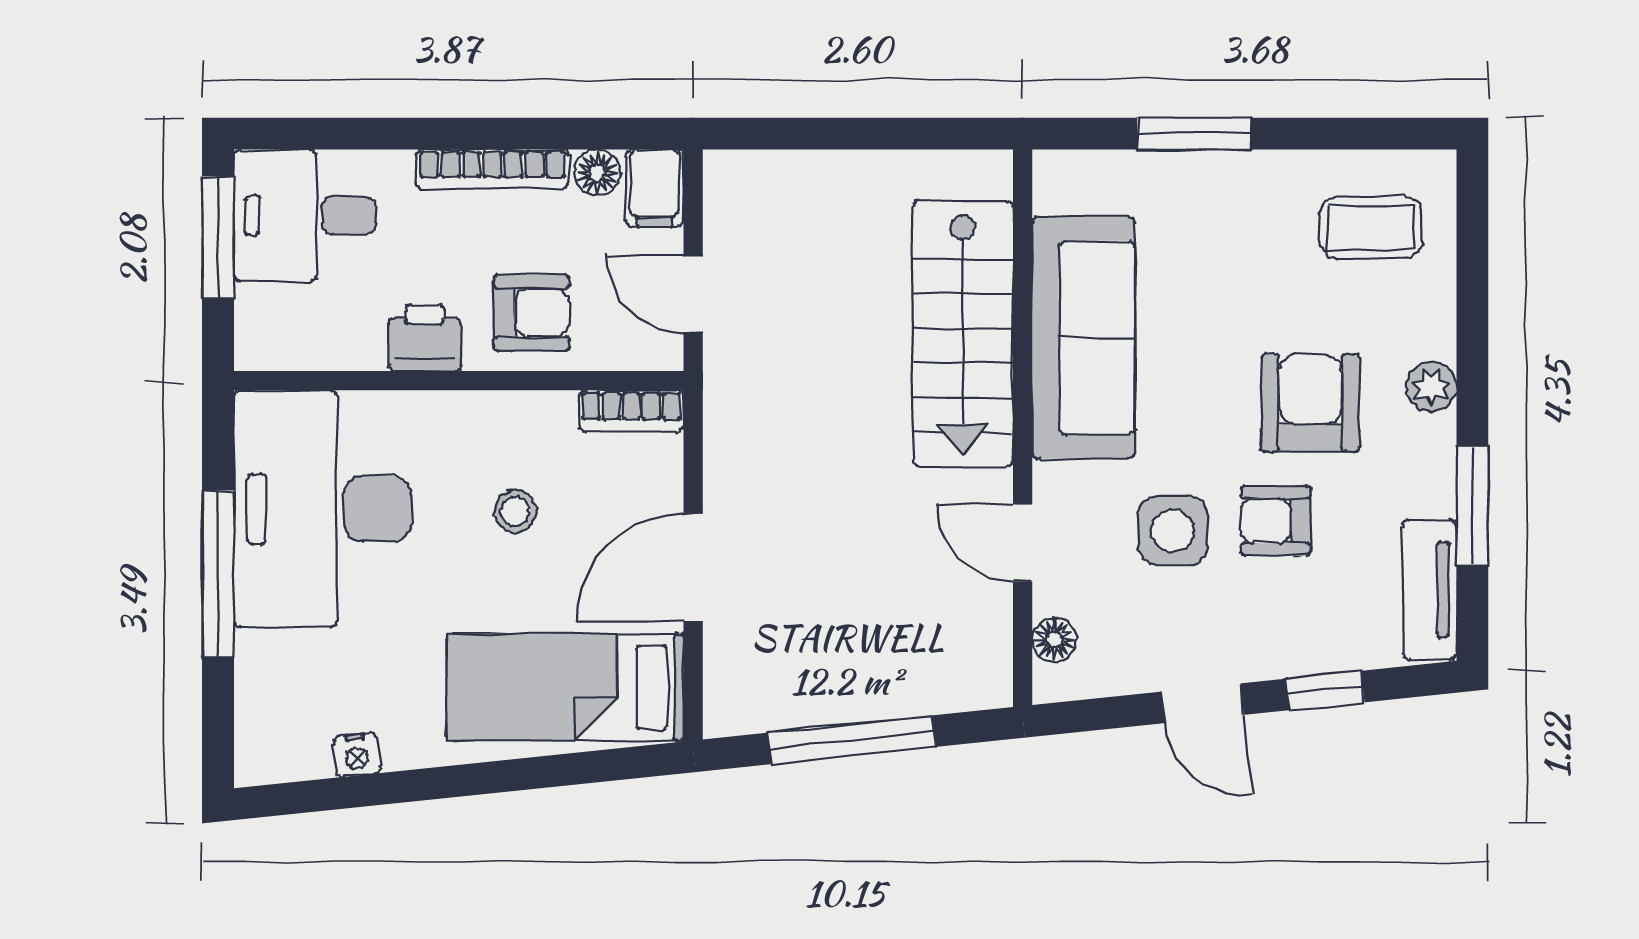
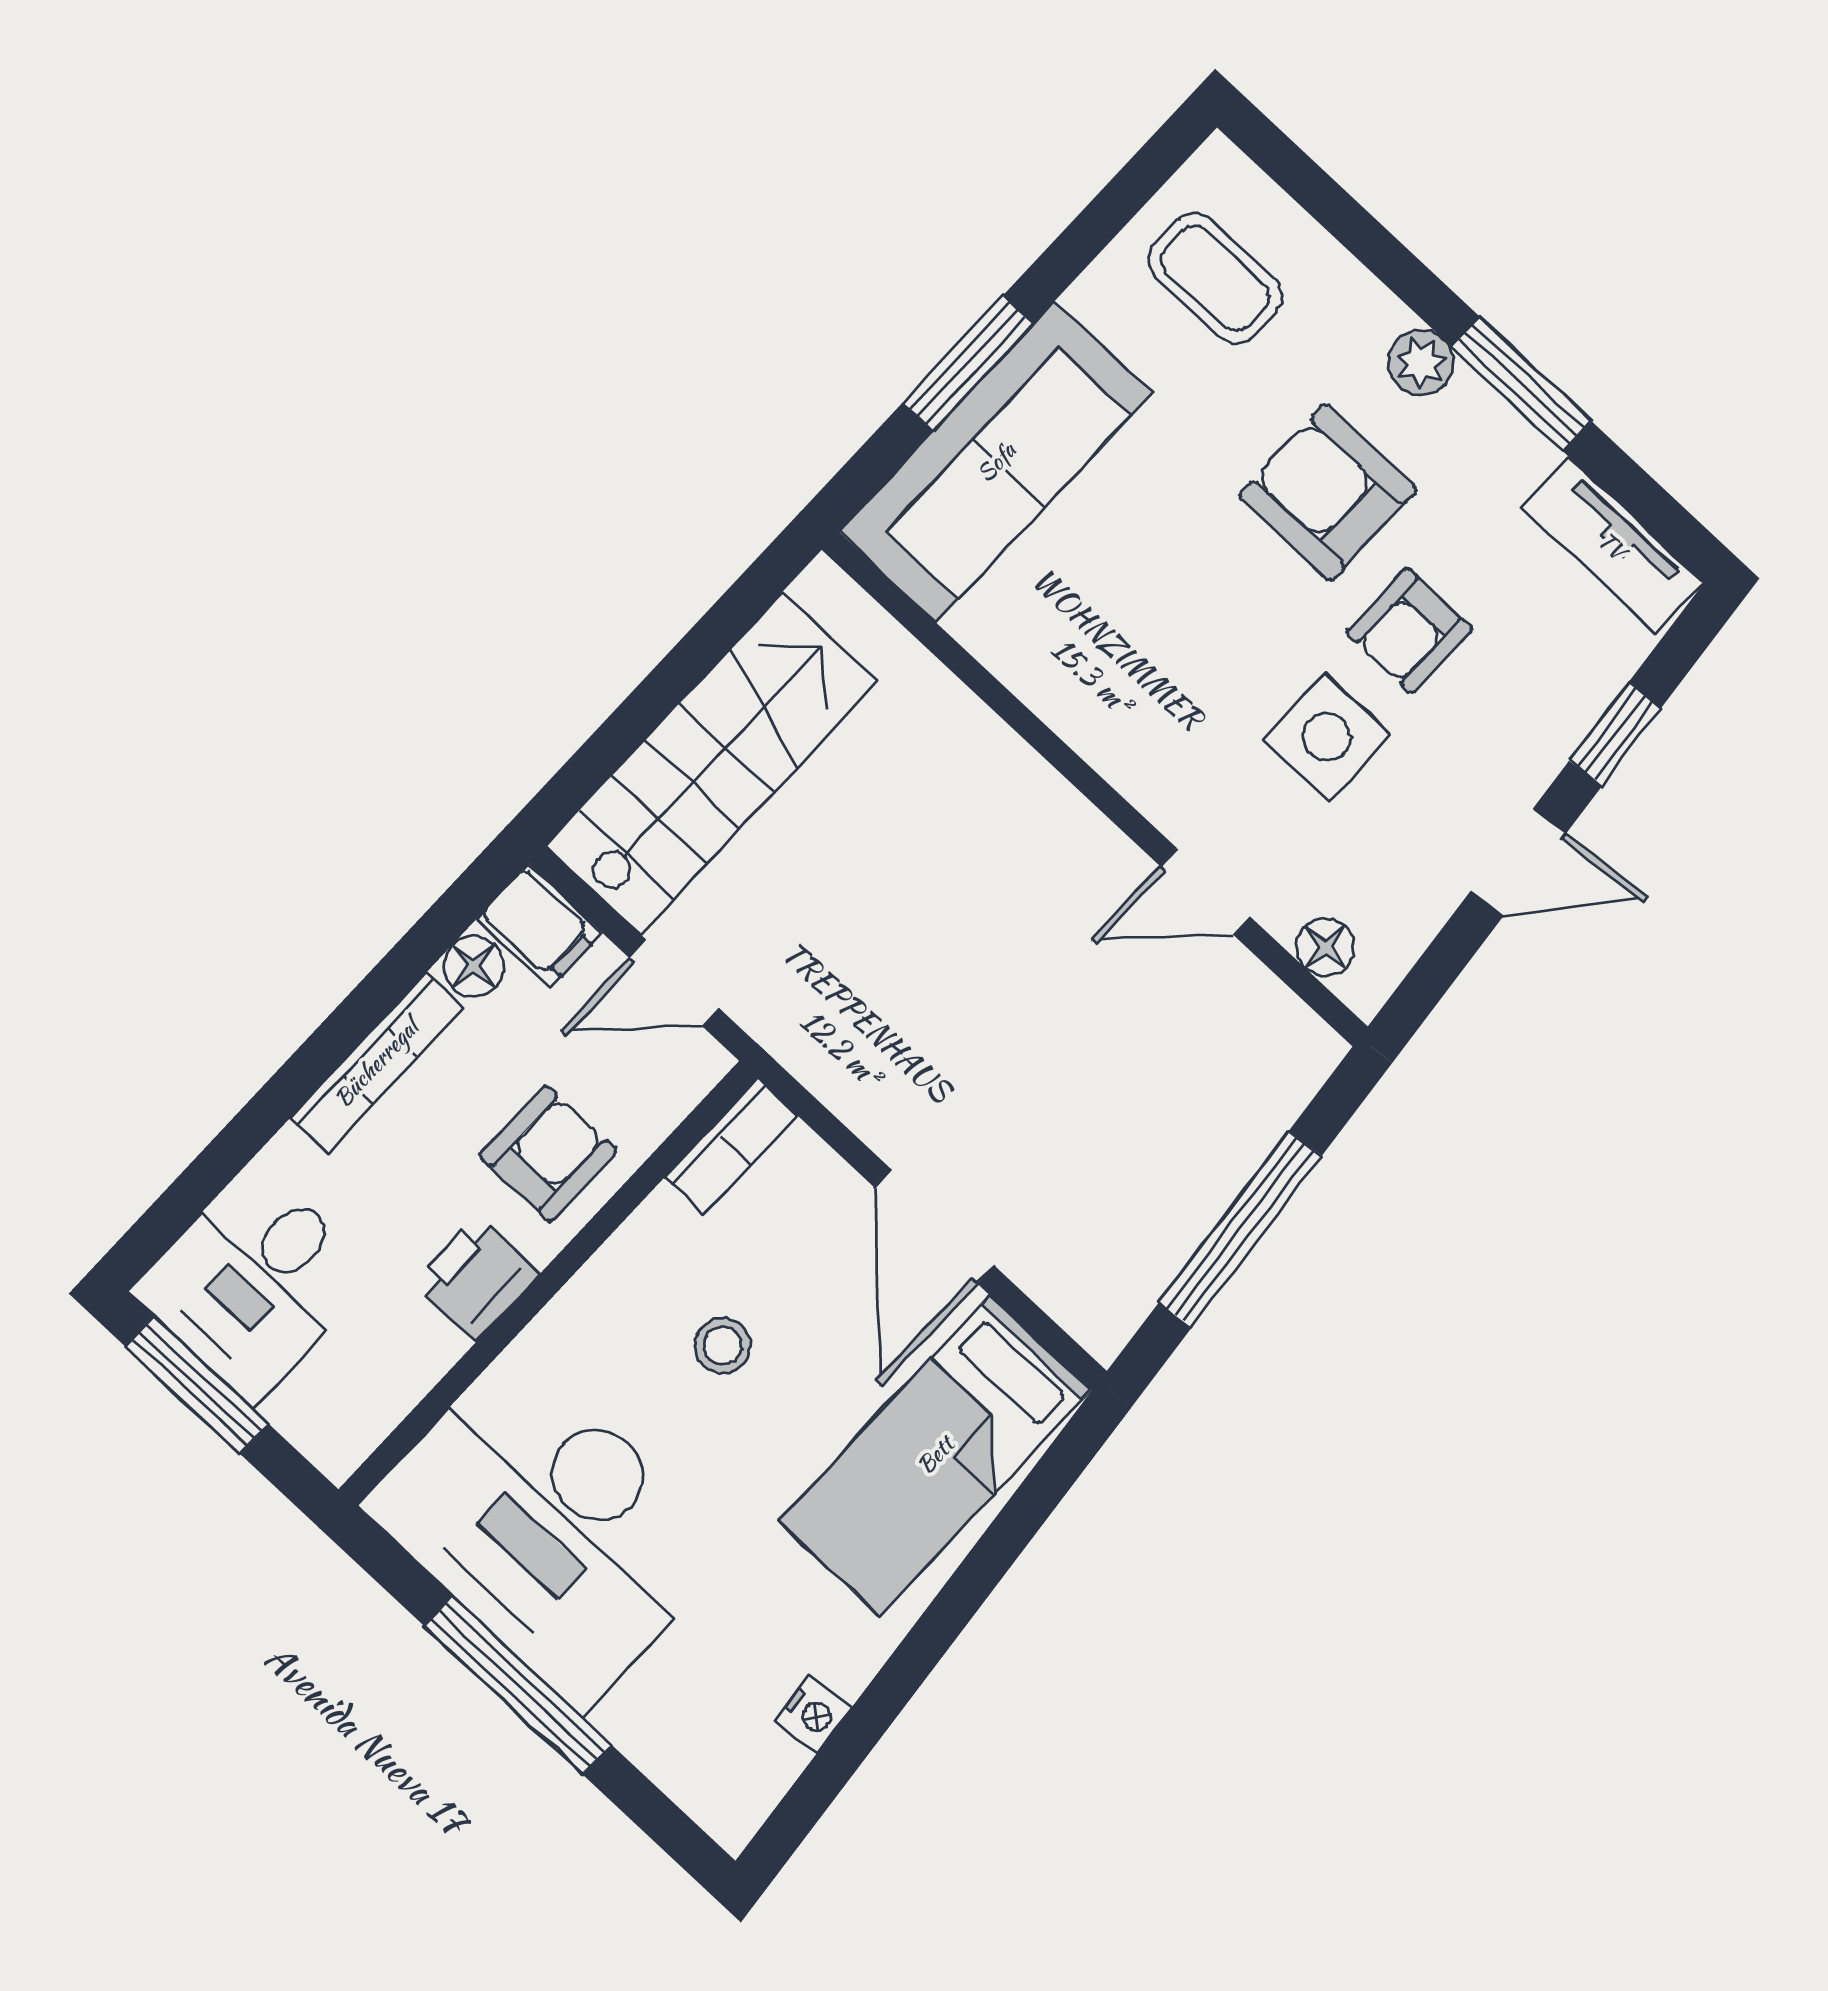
coffee table: (1371, 228) -> (1215, 278), turned 90
stairs: (963, 334) -> (711, 763), moved, turned -90
sofa: (1084, 338) -> (996, 462), moved, turned 90
window: (1472, 506) -> (1521, 384), moved

